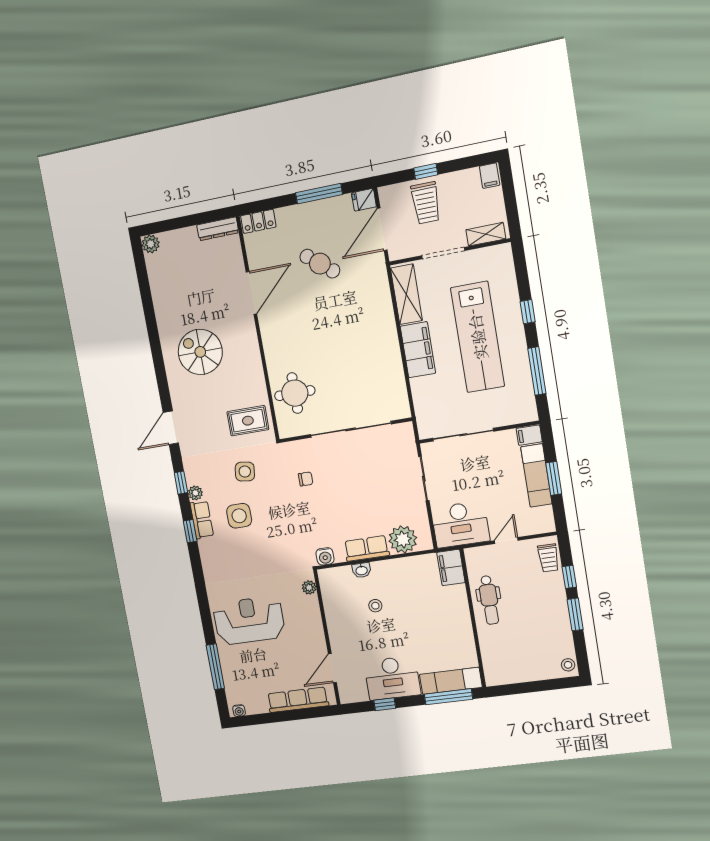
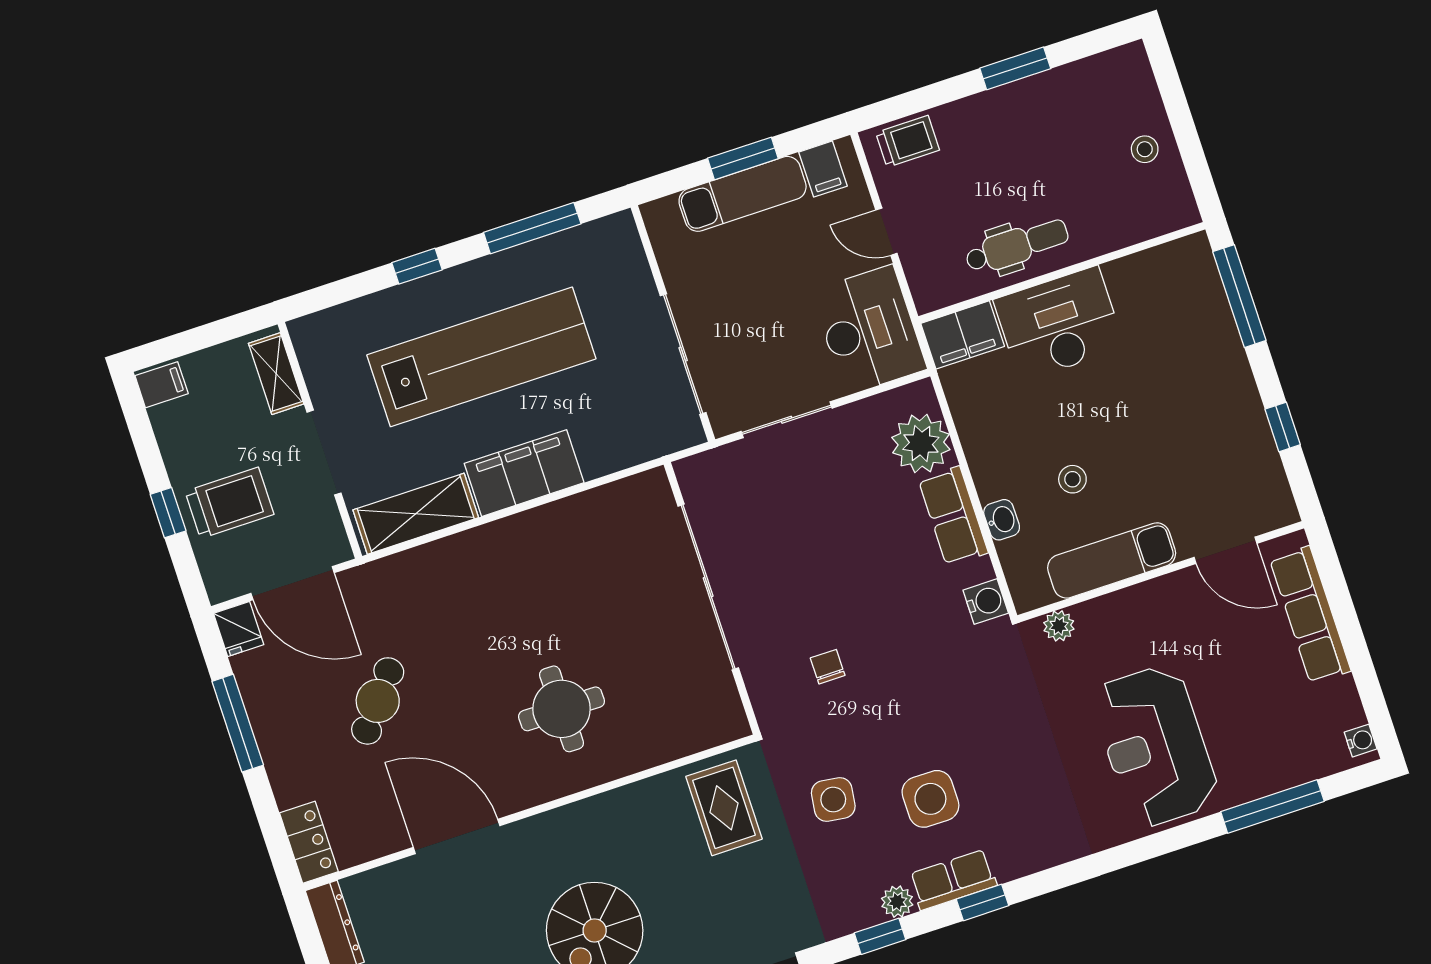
round table: (295, 393) -> (562, 709), moved
filing cabinet: (529, 435) -> (823, 169), moved
window: (569, 577) -> (939, 93), removed
stool: (568, 665) -> (1145, 149), moved
desk: (392, 678) -> (1059, 324), moved, turned -90
exam couch: (451, 681) -> (1112, 560), moved, turned 90

